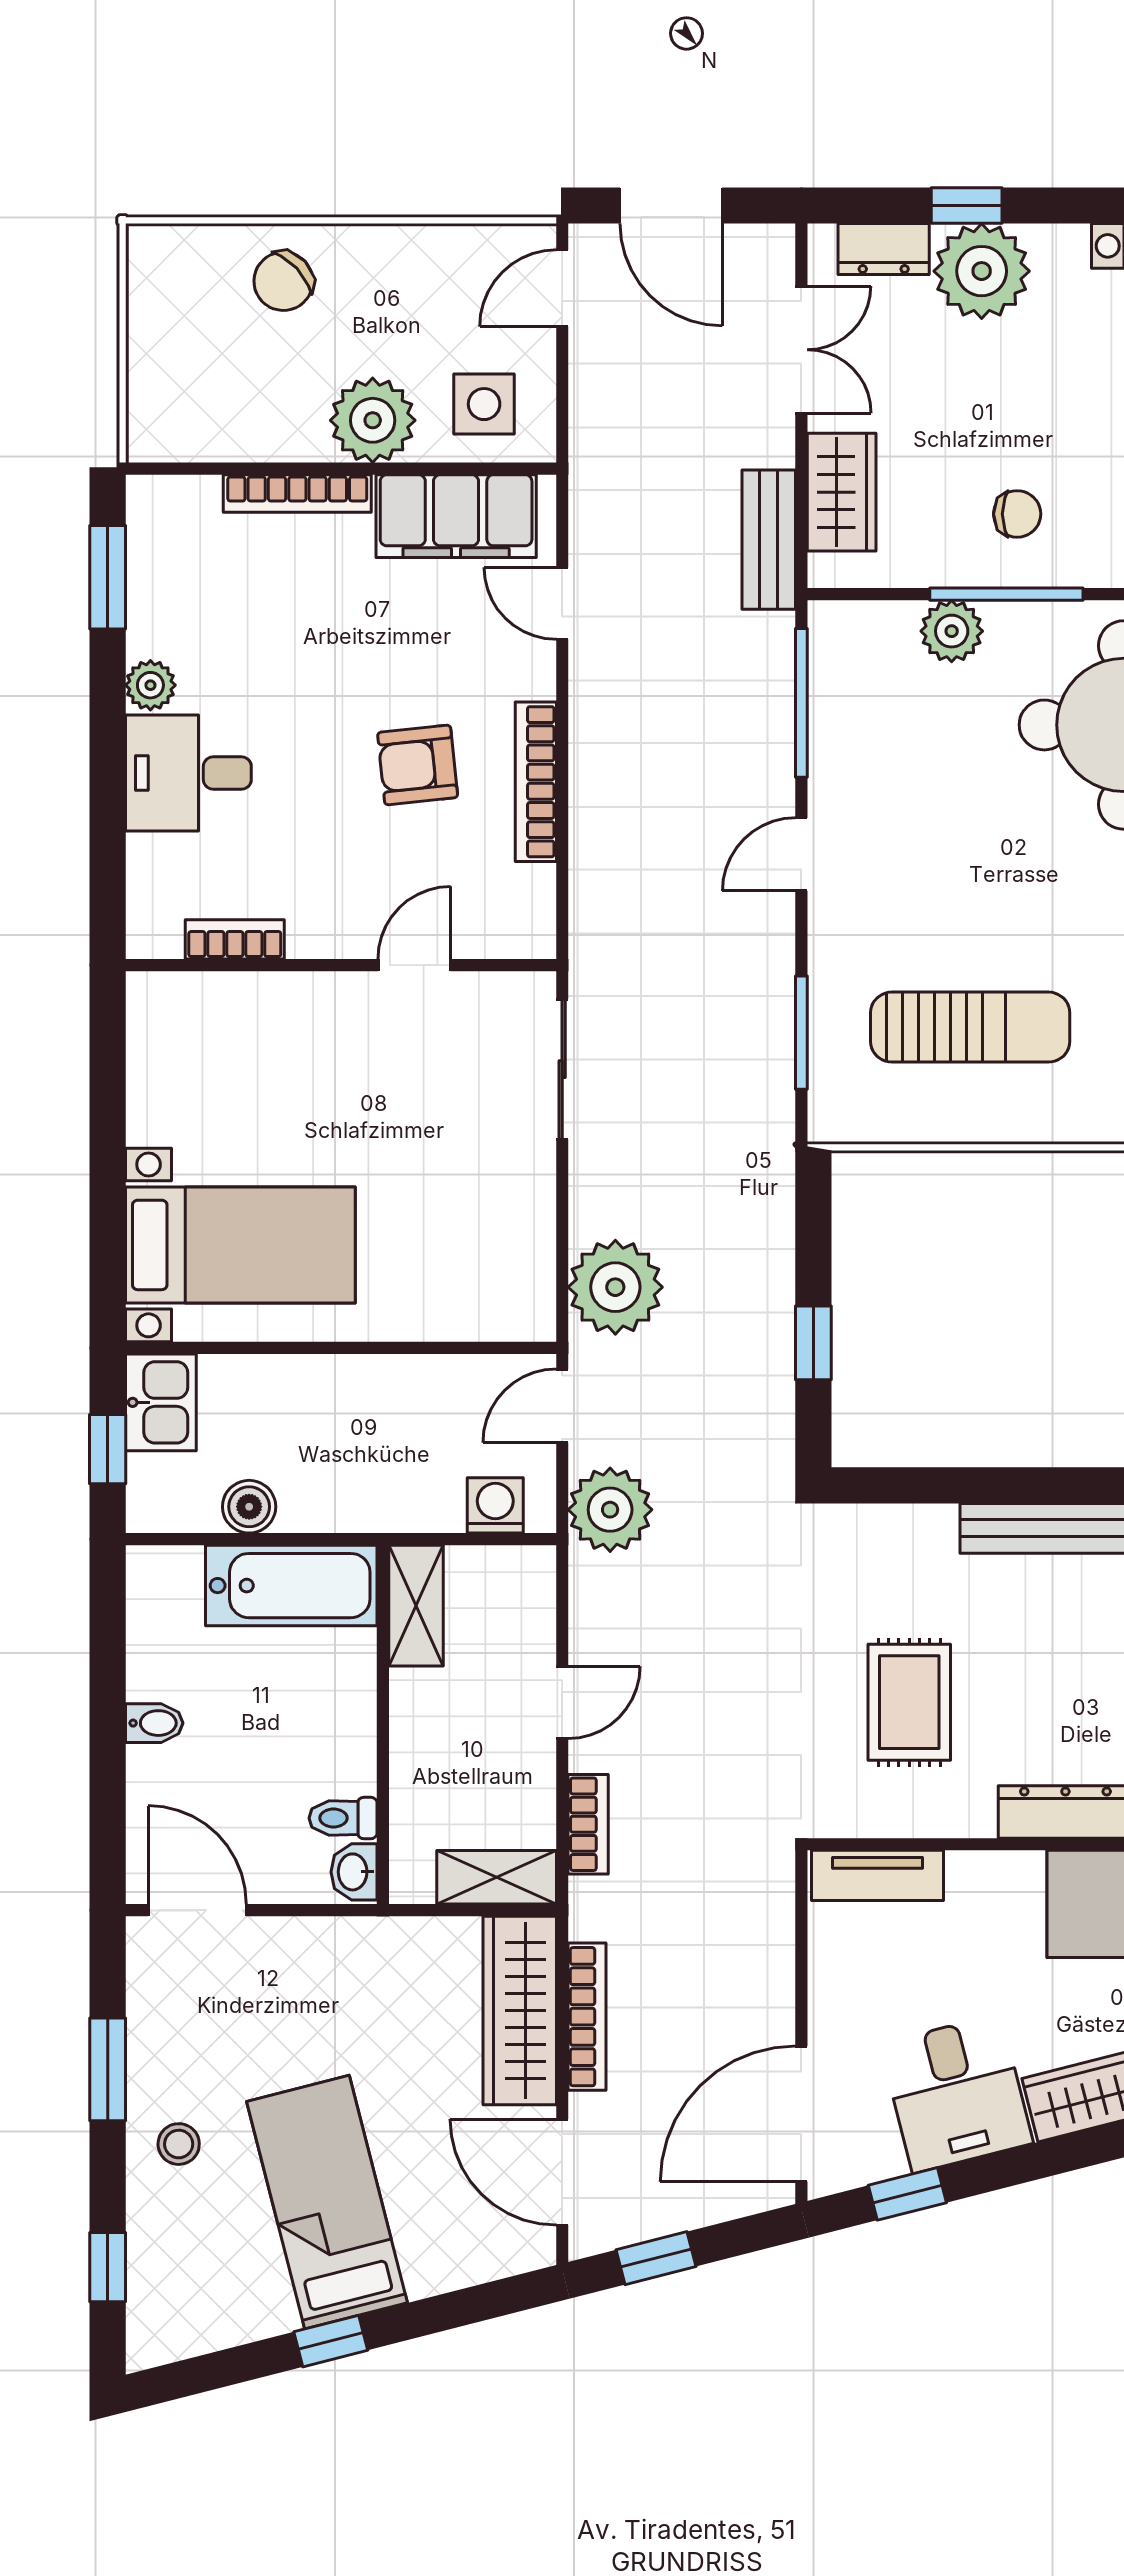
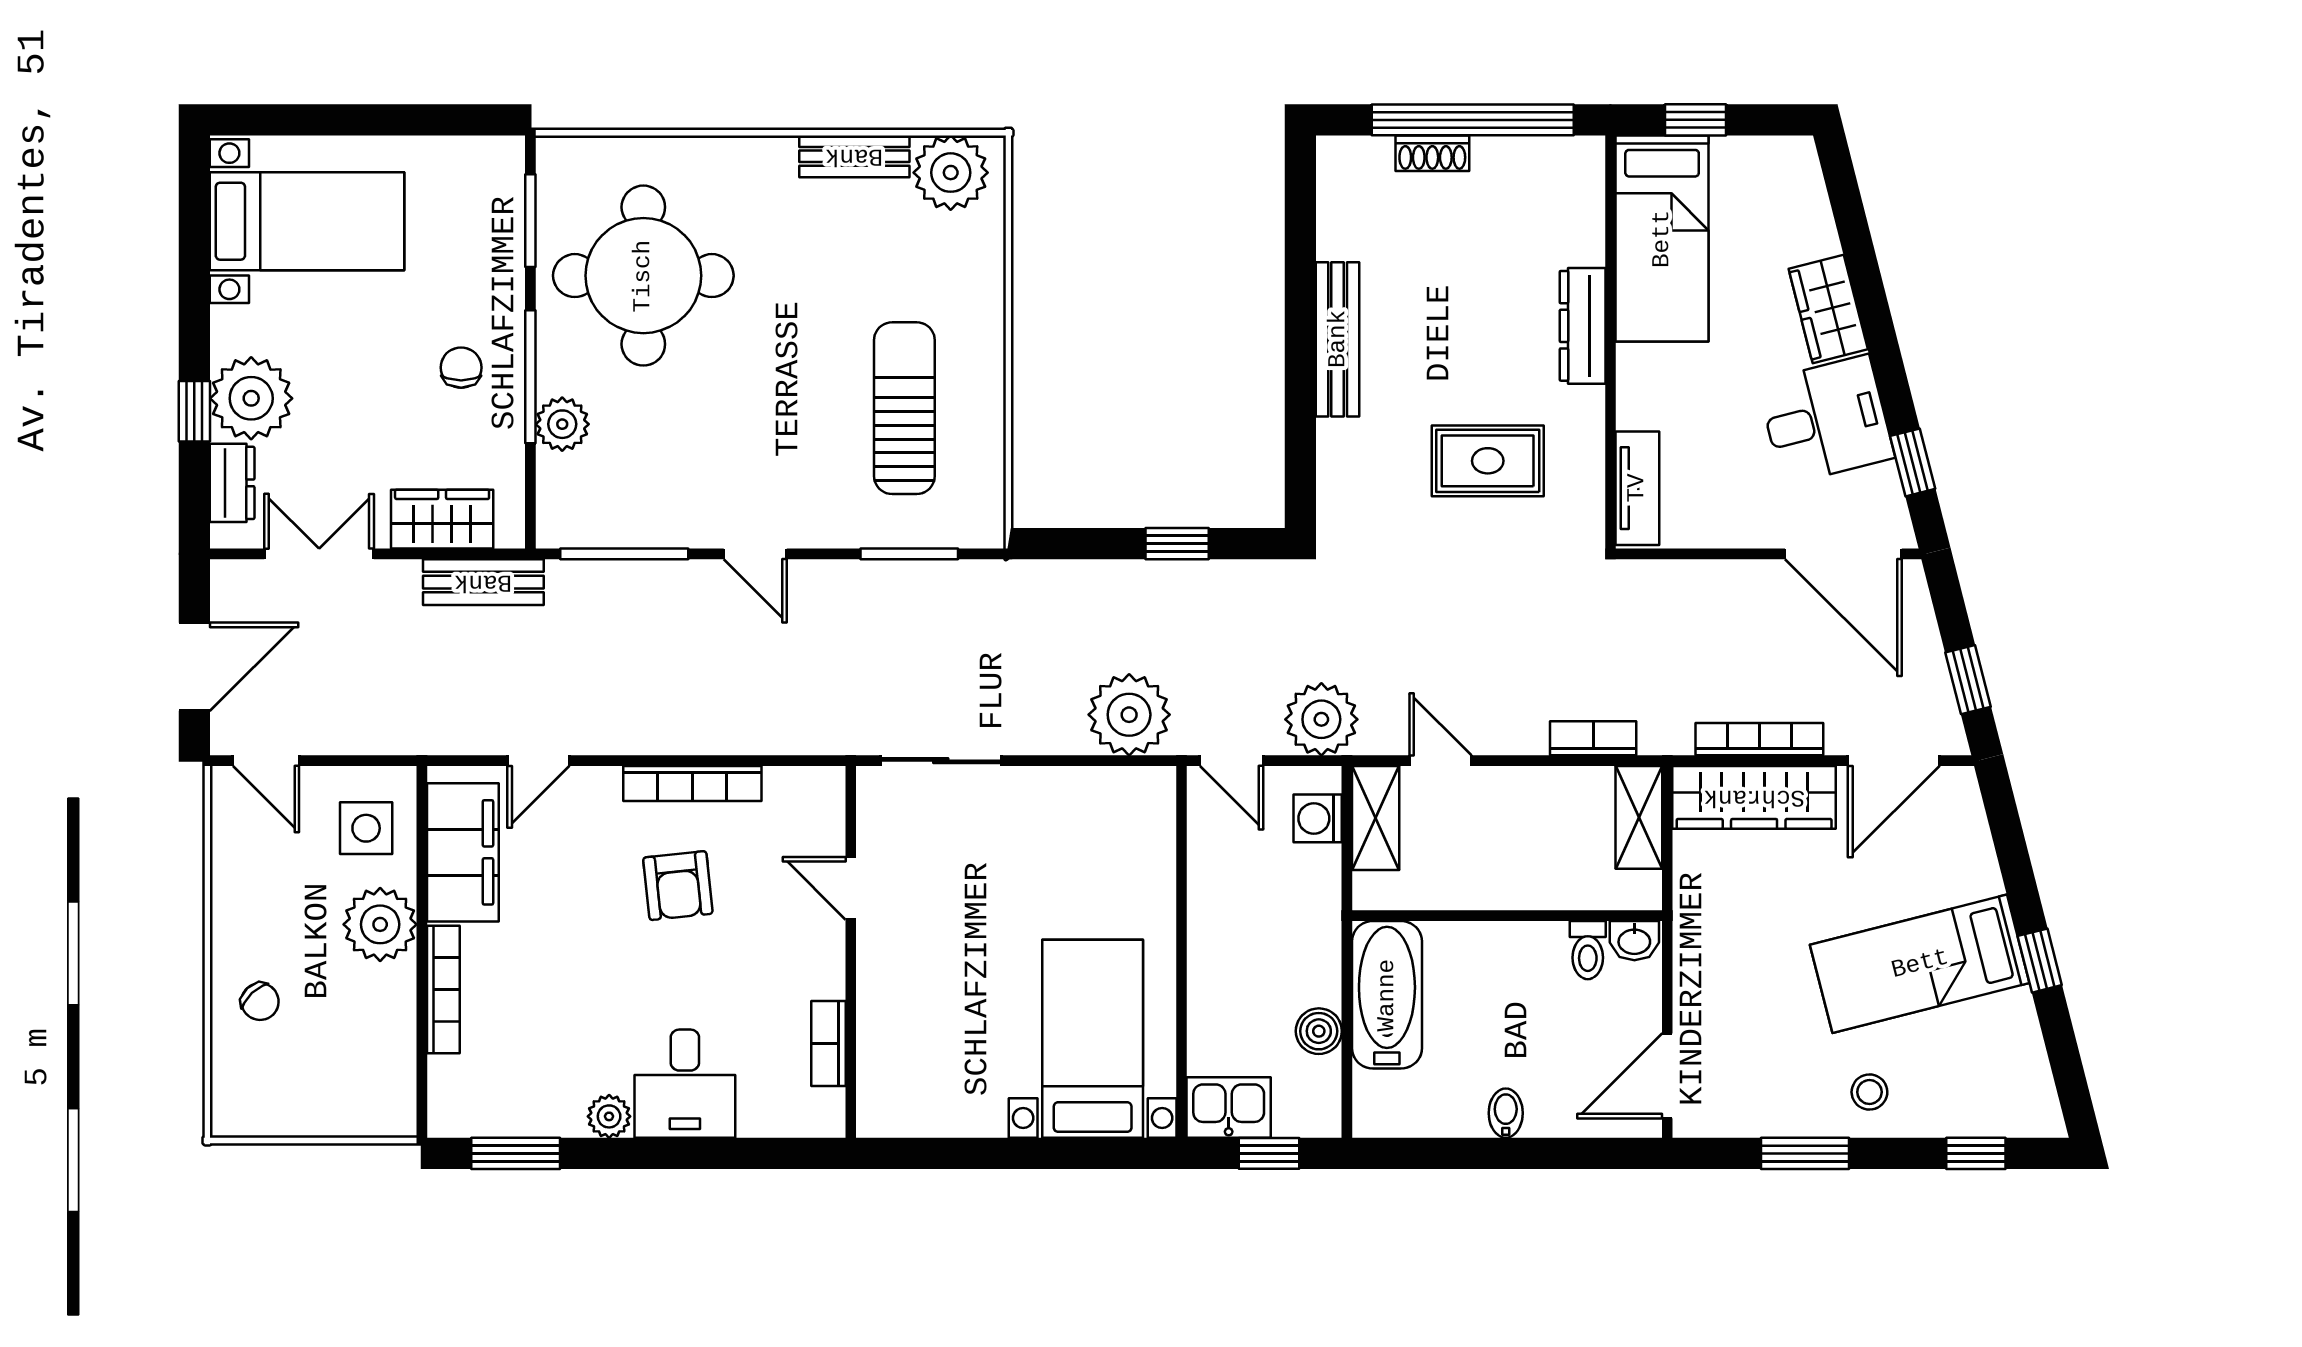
chair: (283, 281) -> (260, 1002), width x0.73, depth x0.73
shelving: (416, 1606) -> (1376, 818), moved, turned 90
door: (562, 1702) -> (1440, 761), moved

